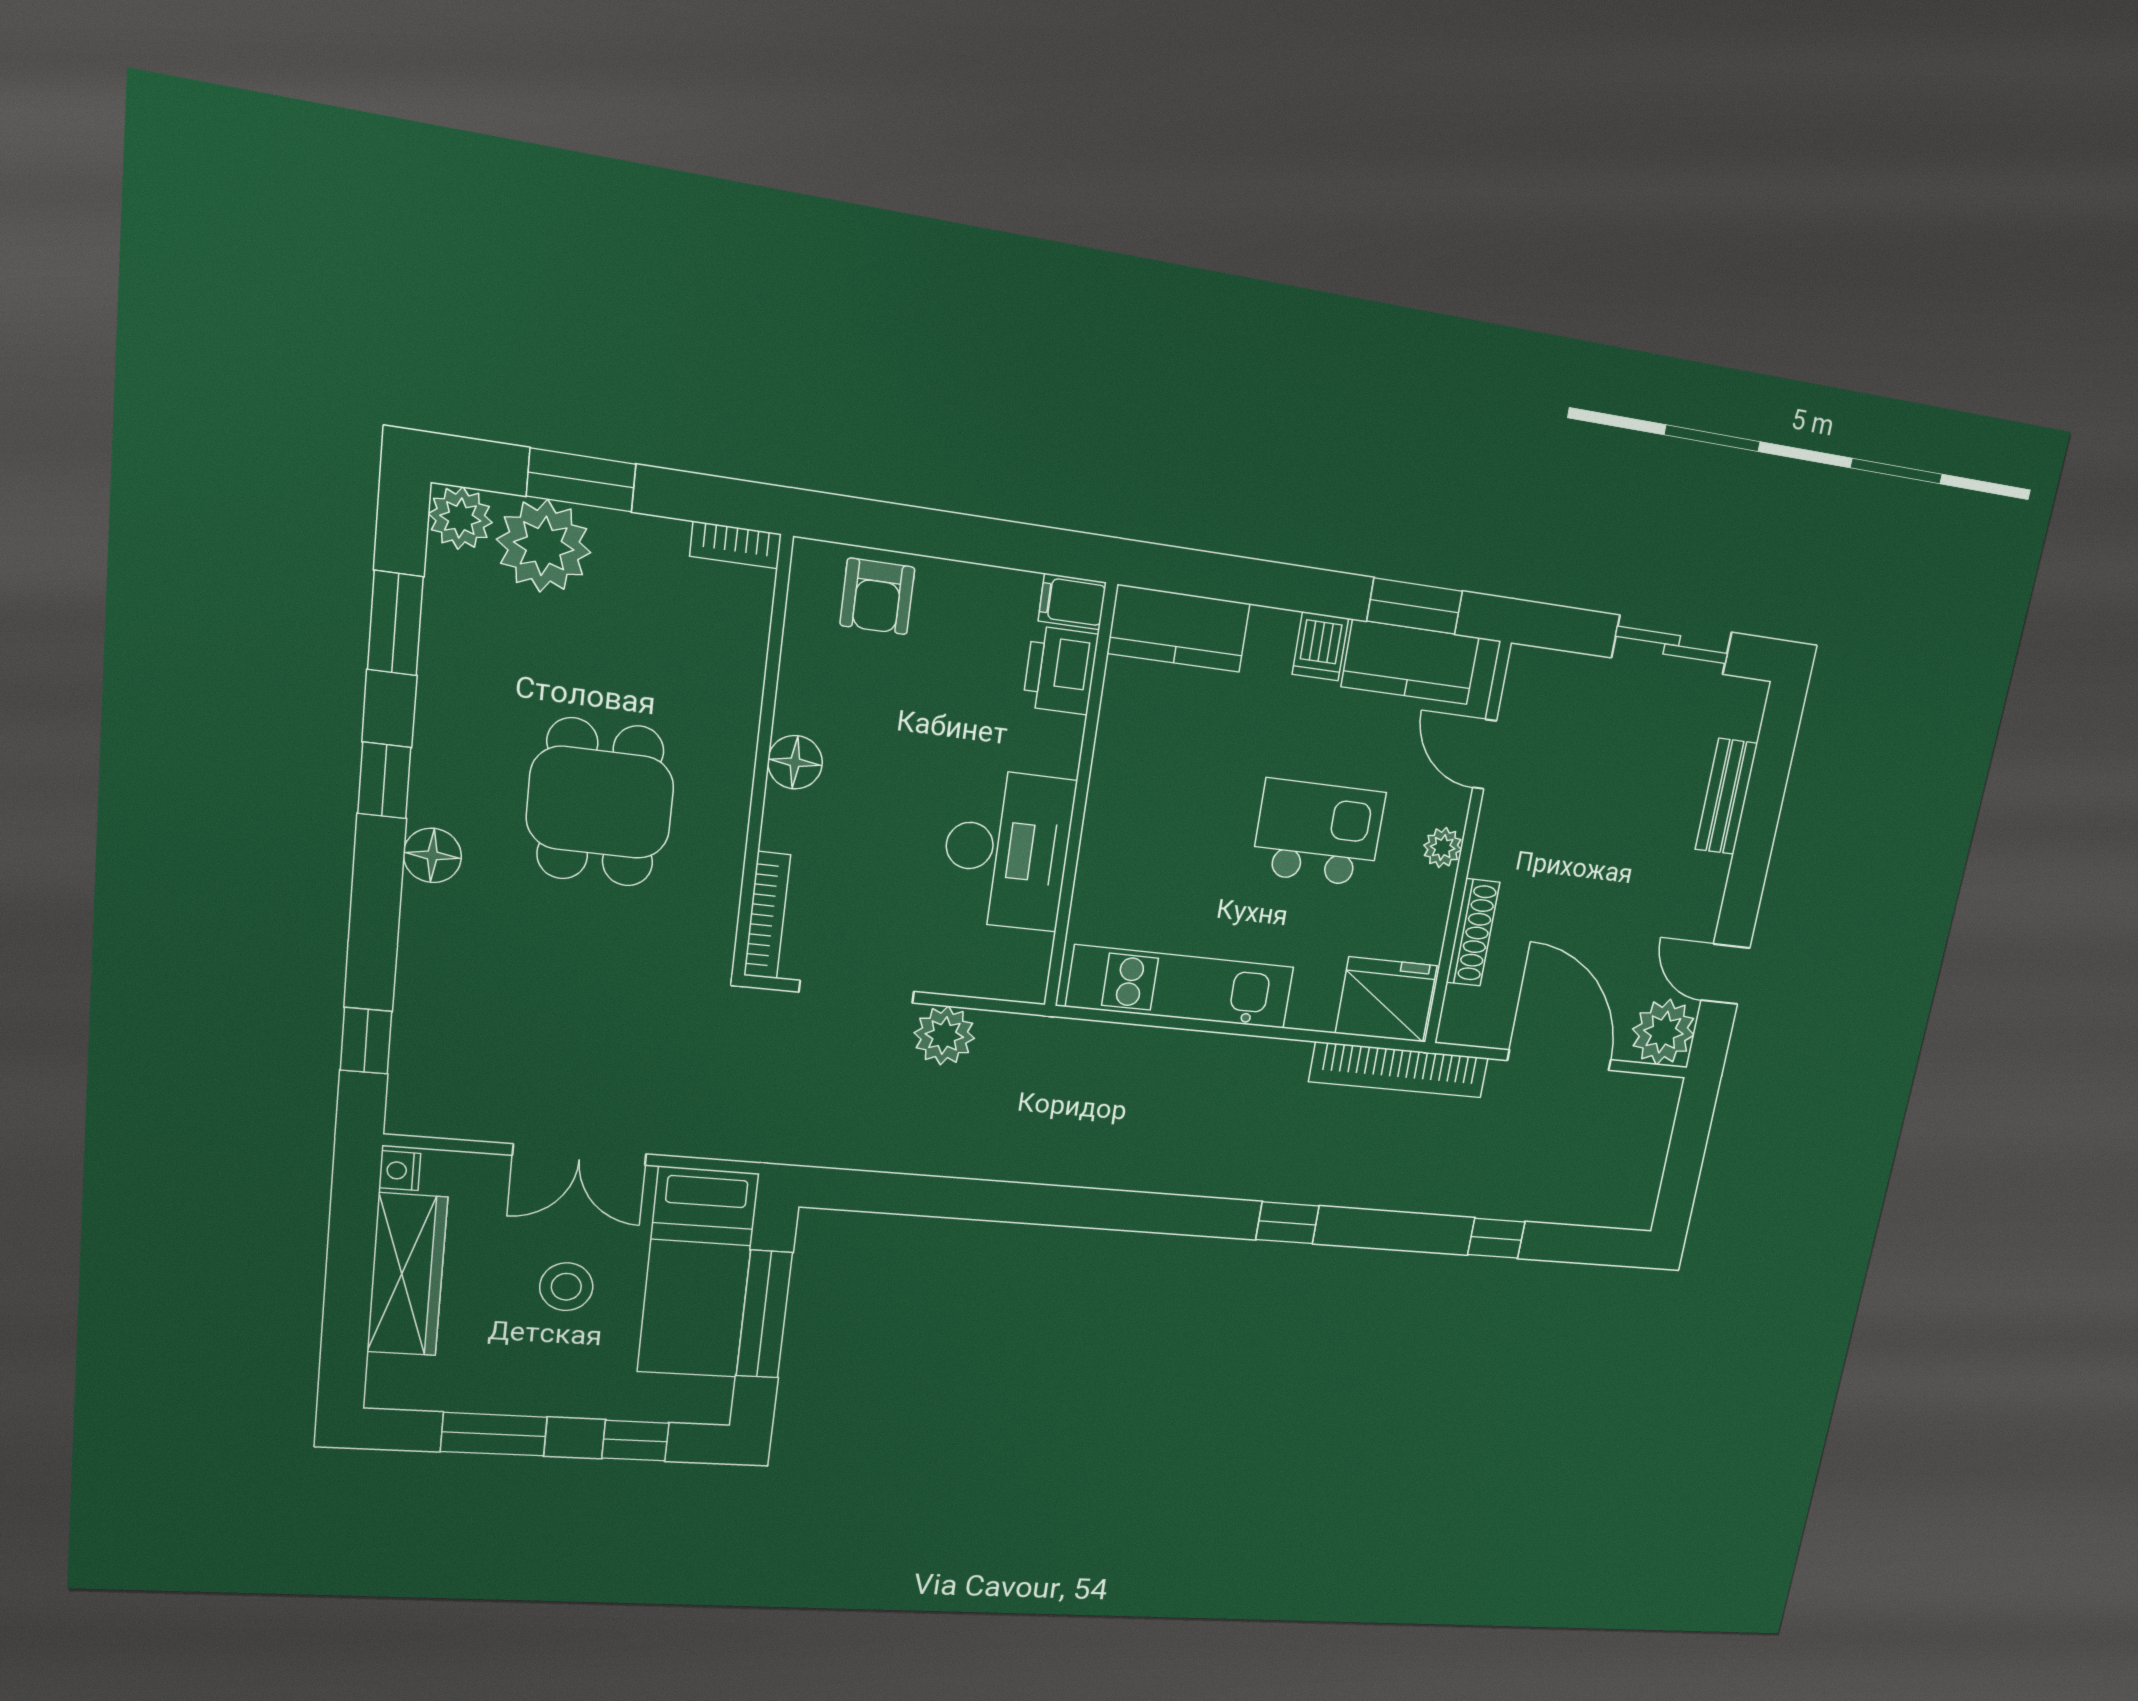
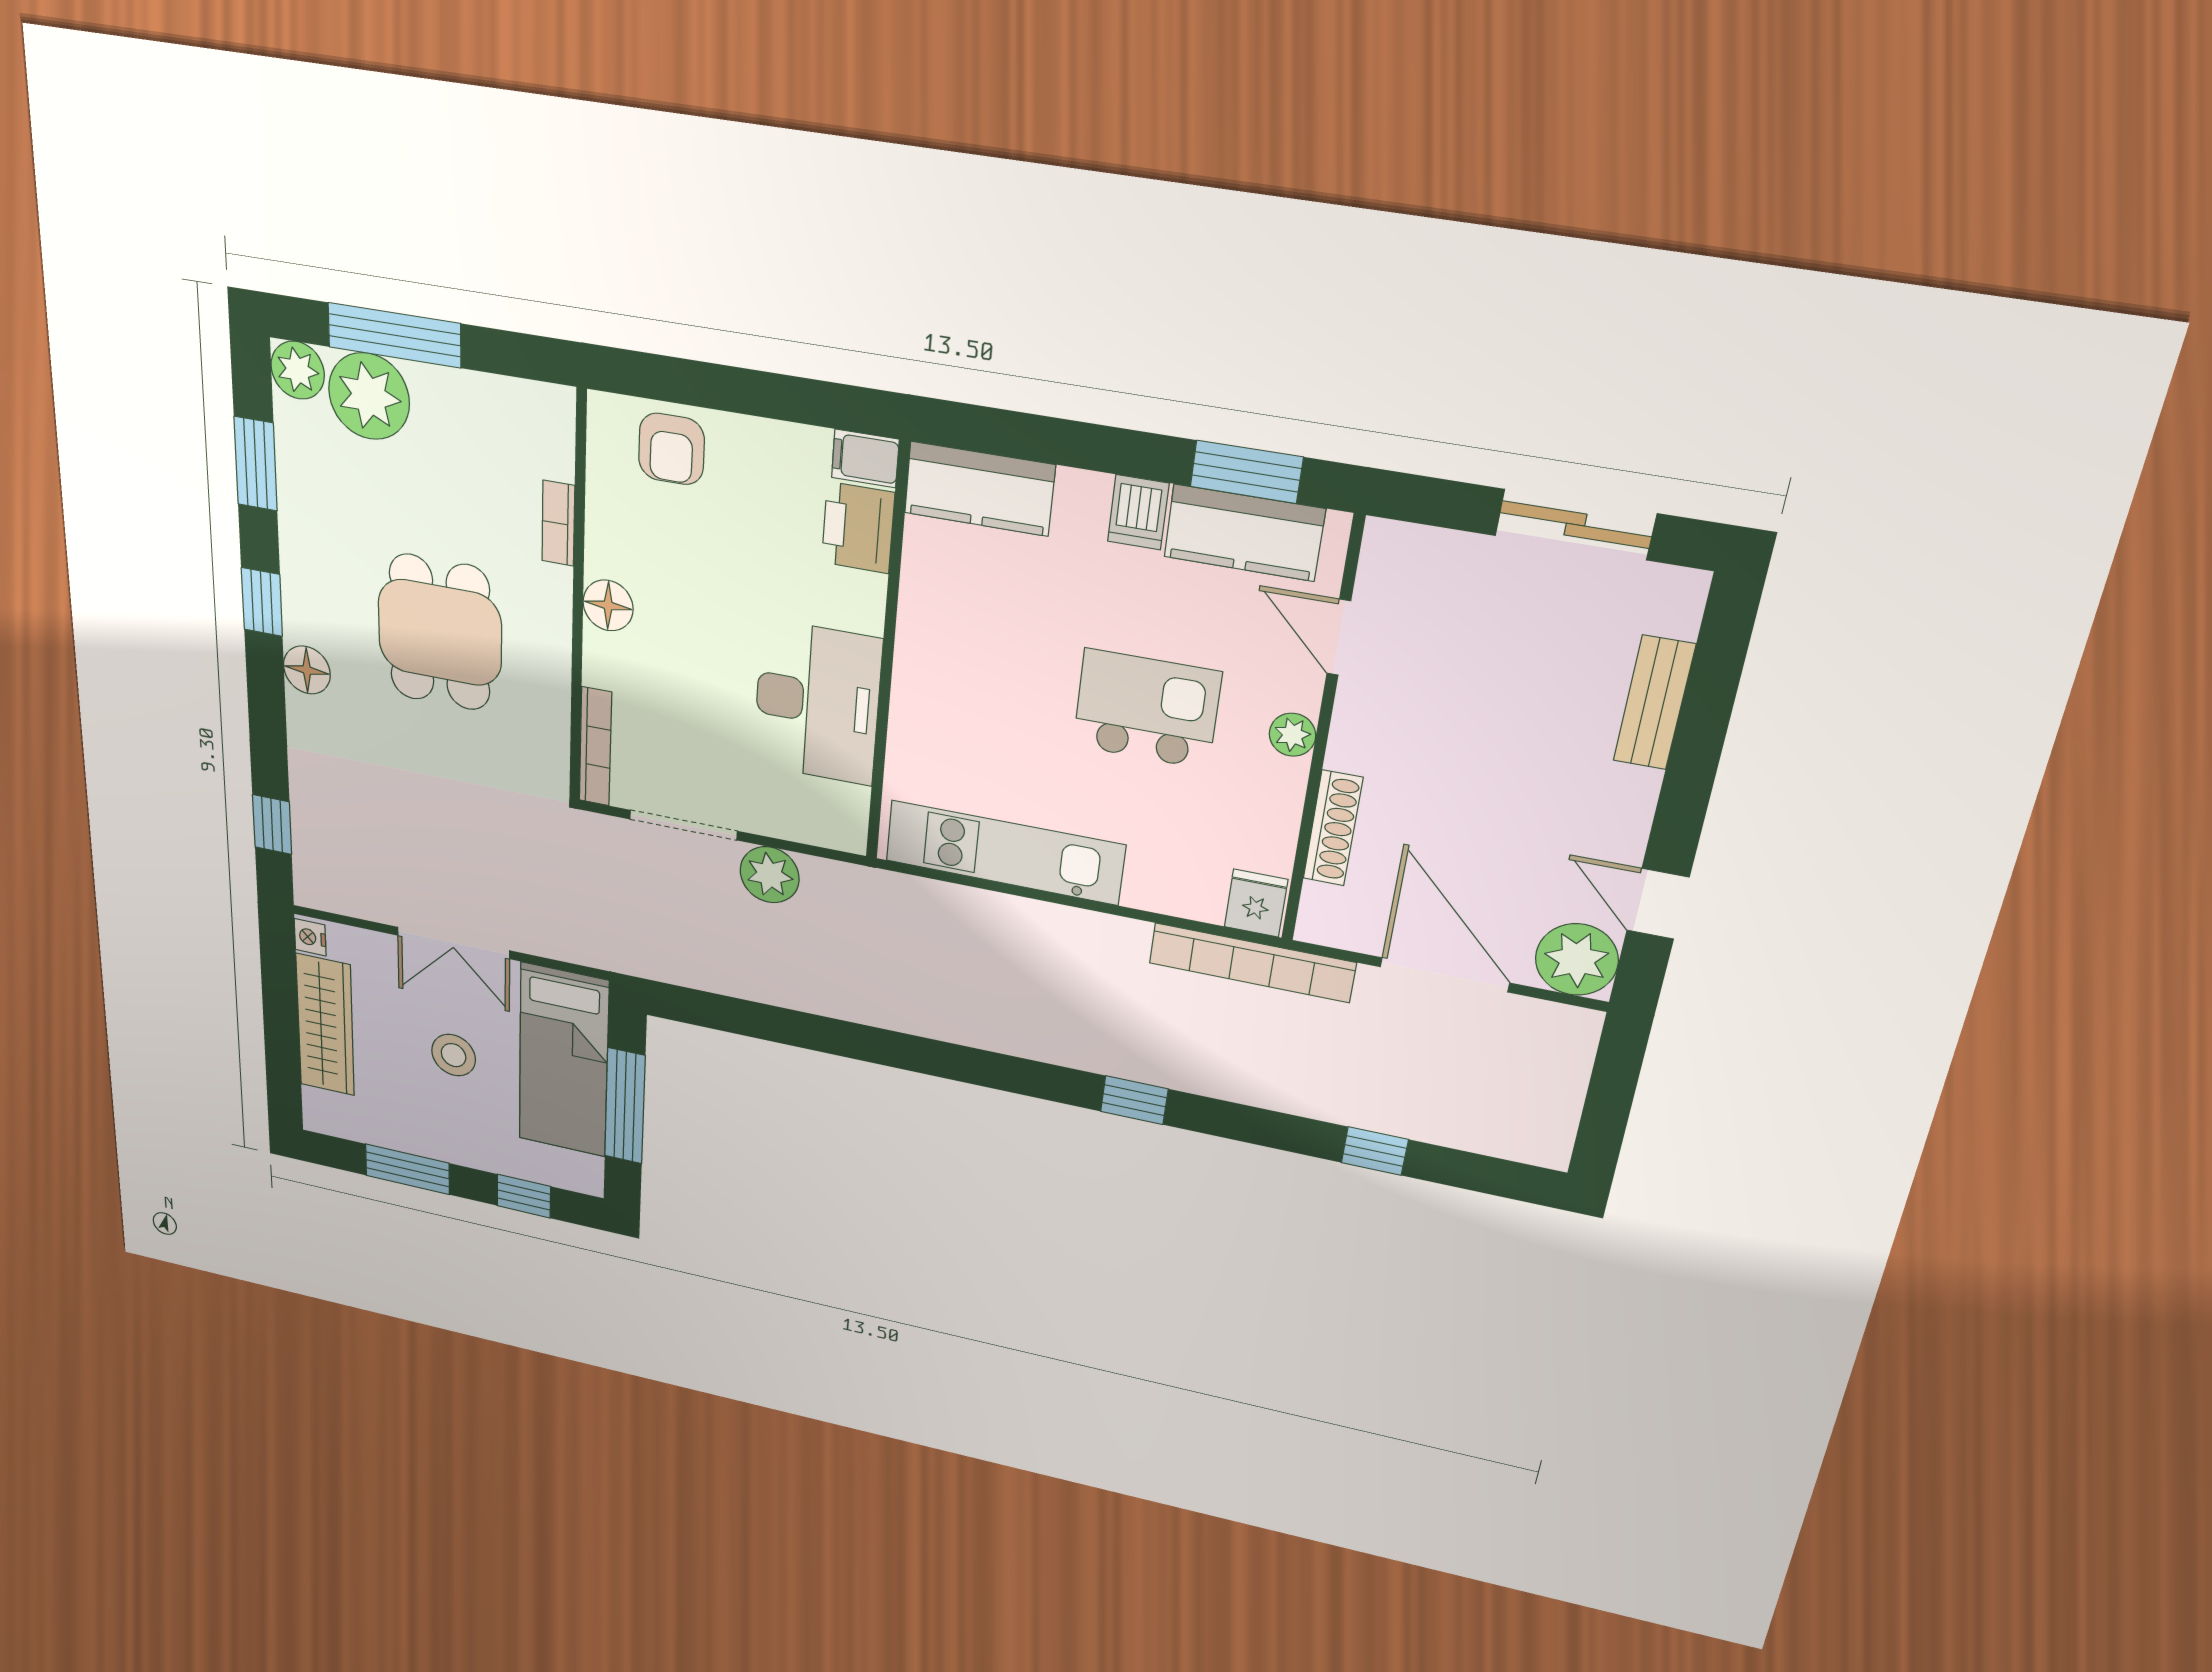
window: (581, 480) -> (394, 335), width x1.44
bookcase: (736, 545) -> (558, 523), moved, turned 90
fridge: (1386, 1000) -> (1256, 903), width x0.53, depth x0.75

